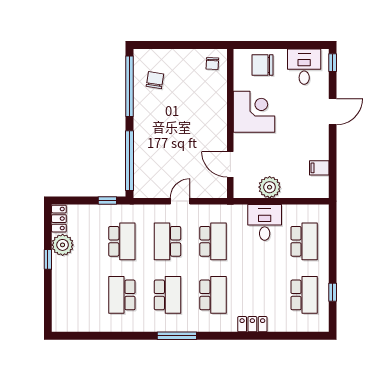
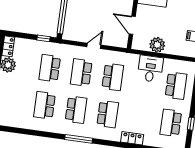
school desk: (122, 241) -> (50, 68), turned 180
school desk: (304, 295) -> (171, 123), turned 180

